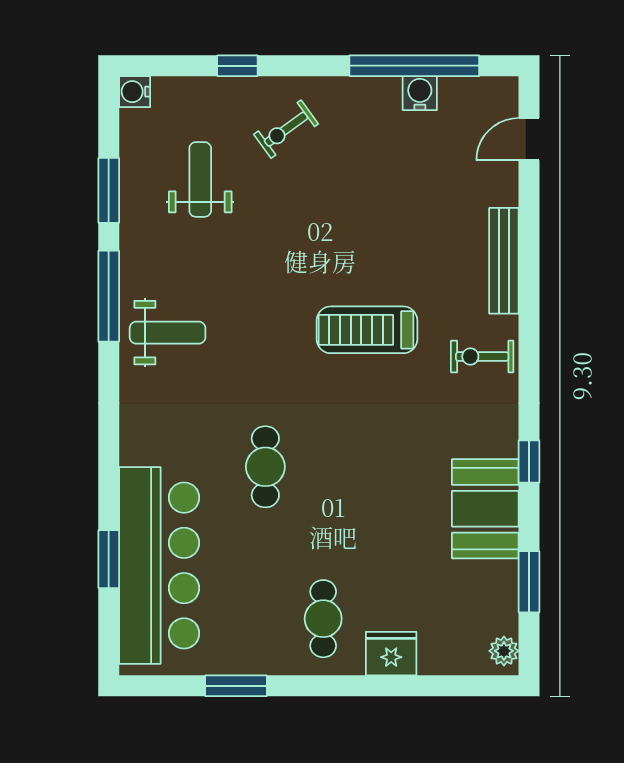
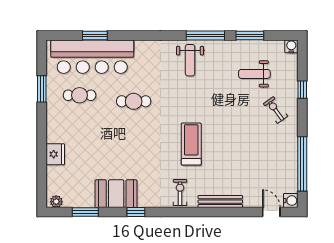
water cooler: (420, 93) -> (291, 201), moved
weight bench: (200, 179) -> (254, 74), turned 180
cafe table: (323, 619) -> (80, 95), moved

